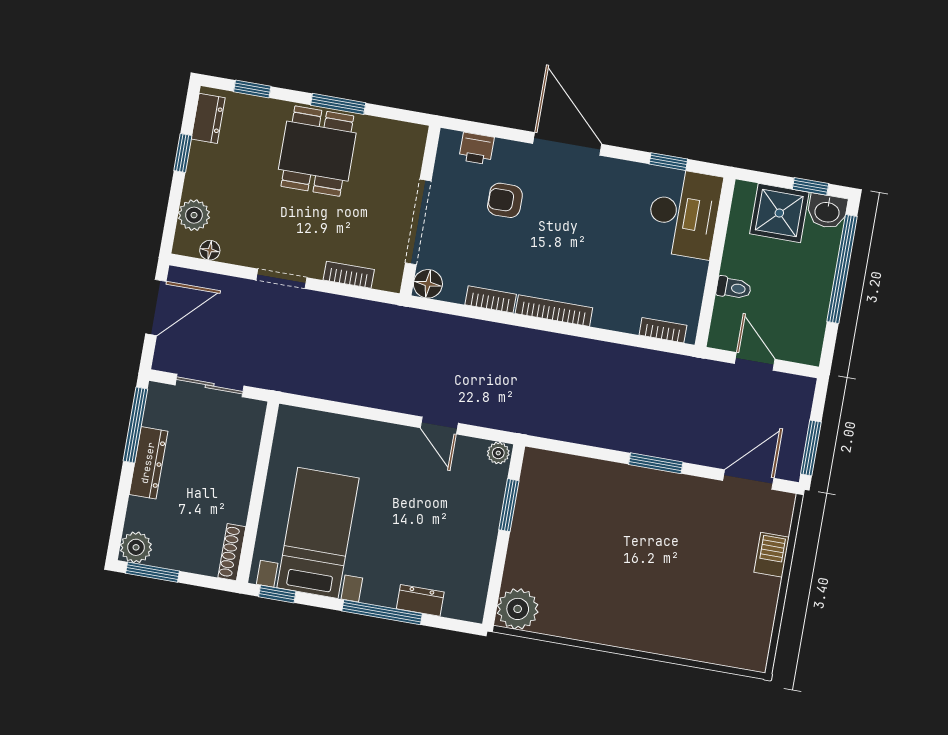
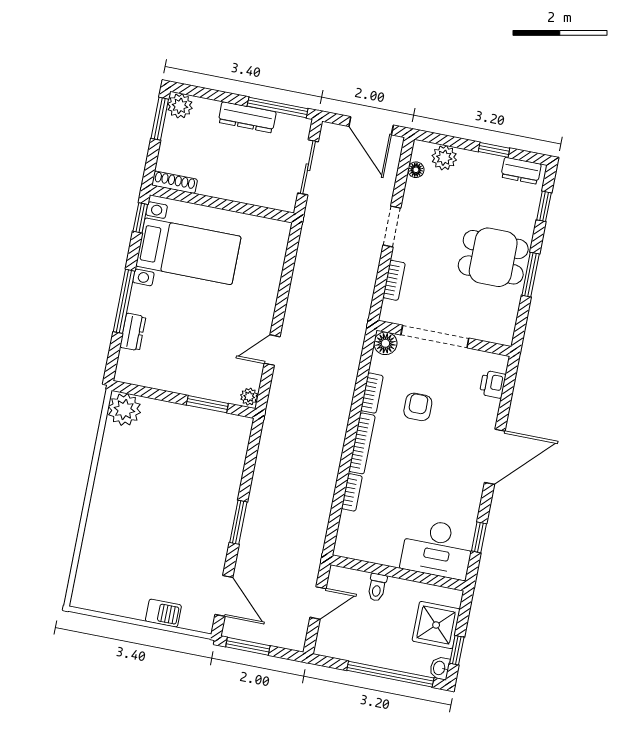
armchair: (505, 200) -> (418, 407), moved
washbasin: (827, 211) -> (440, 668), width x0.72, depth x0.69
bookcase: (663, 330) -> (352, 492), moved

